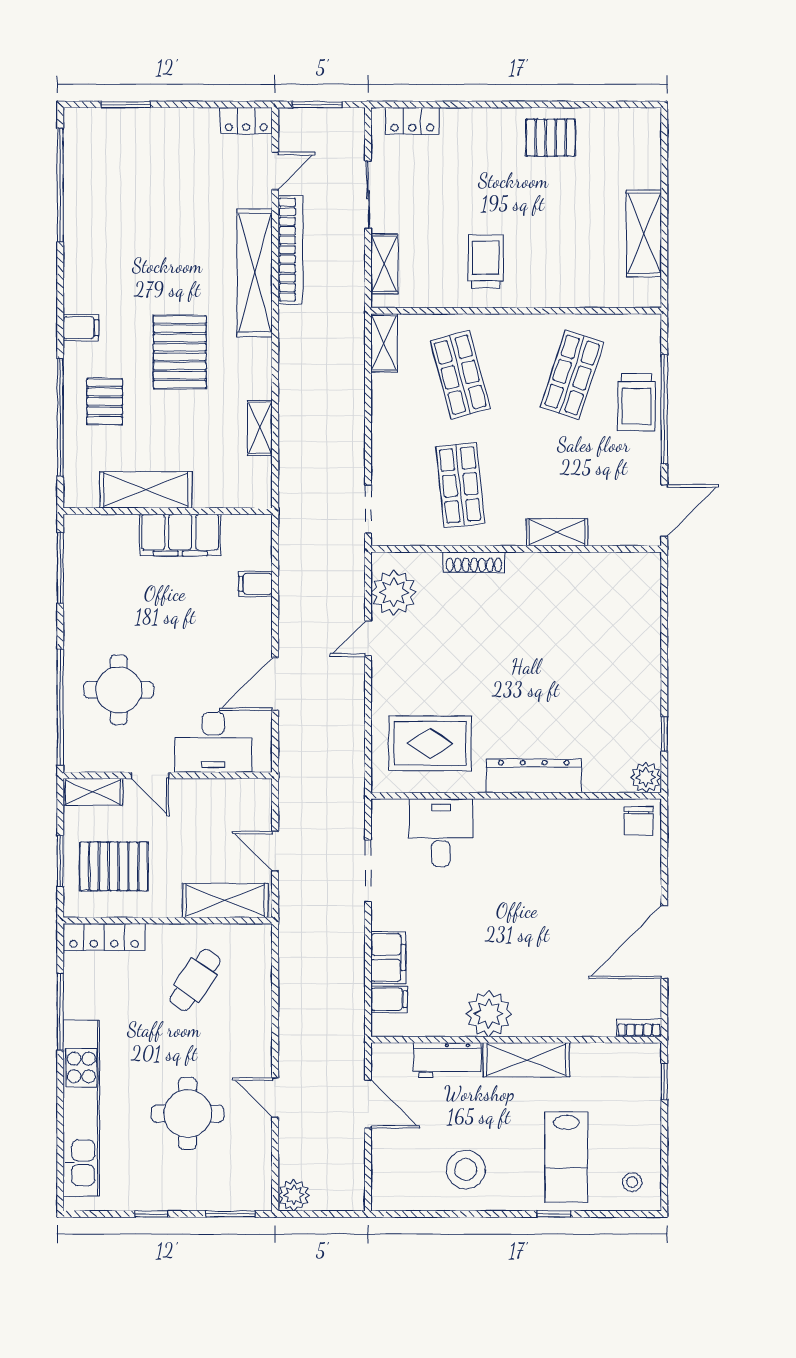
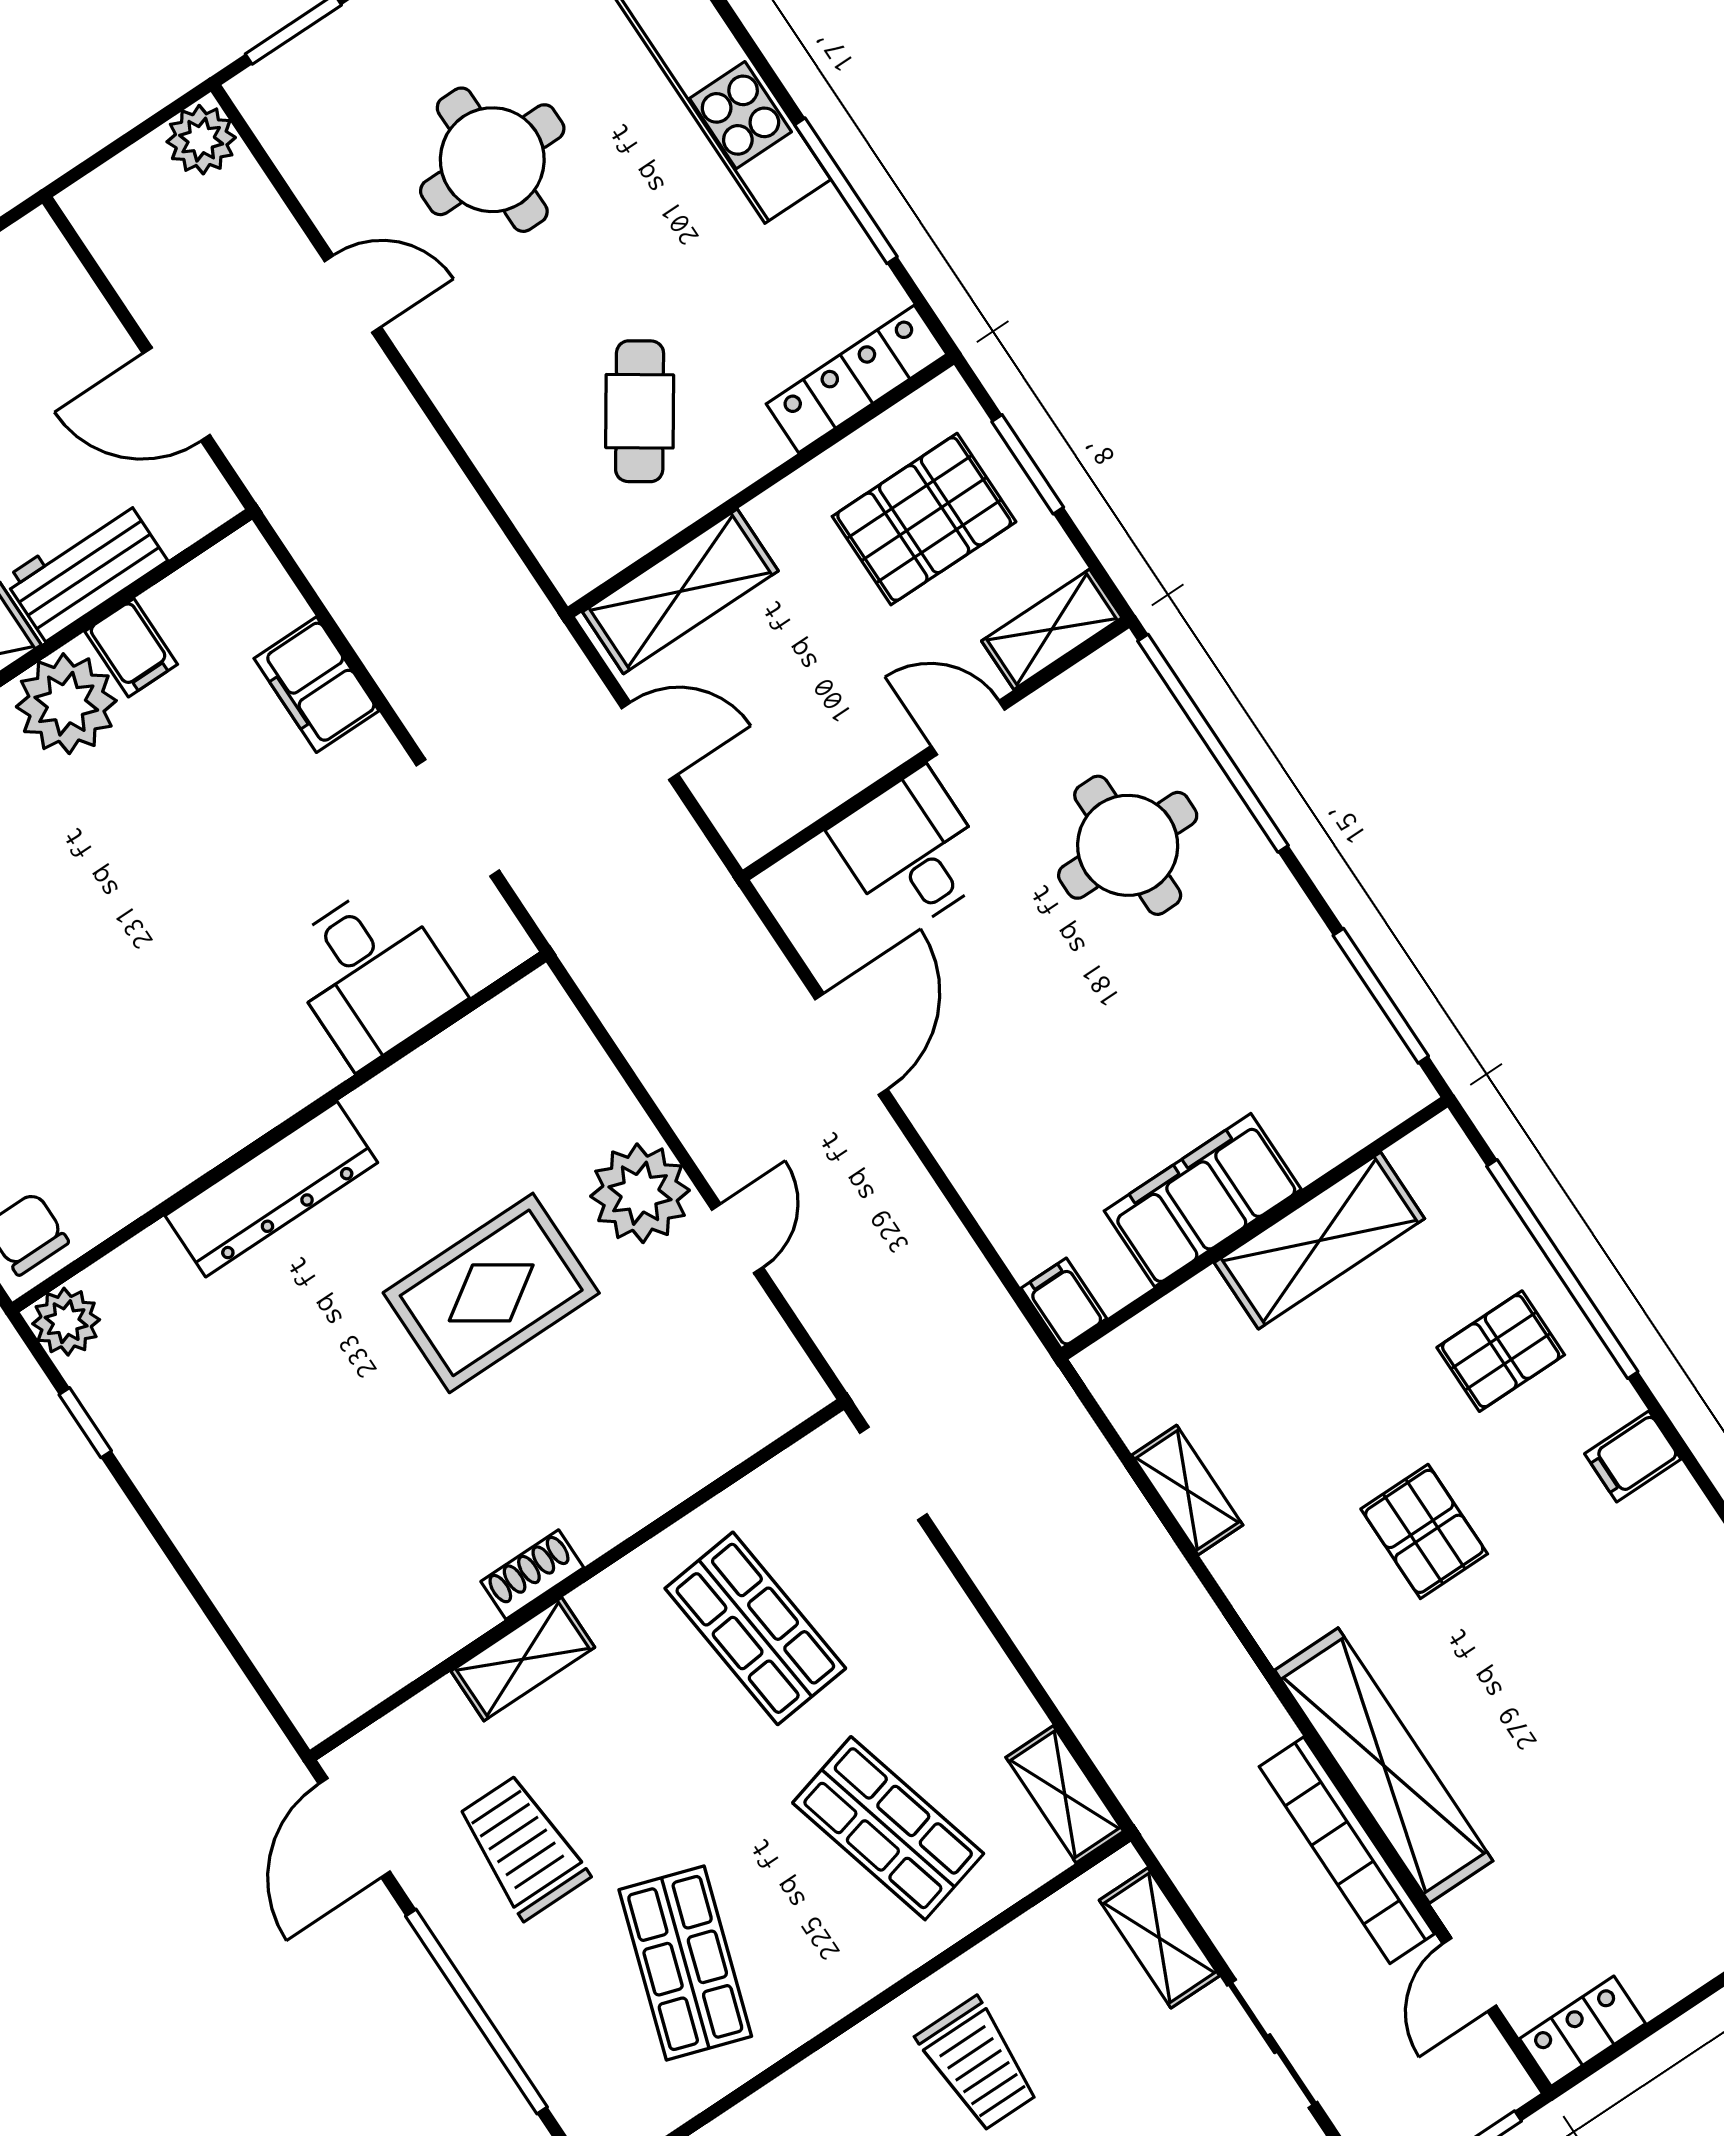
pallet: (180, 352) -> (1424, 1531), width x0.67, depth x0.71
pallet: (105, 402) -> (1501, 1351), turned 90
trolley: (637, 402) -> (523, 1847), moved
shoe rack: (474, 562) -> (532, 1574), moved, width x0.70
filing cabinet: (255, 584) -> (1064, 1303), moved, turned -90
plant: (394, 593) -> (640, 1193), moved
desk: (213, 742) -> (912, 851), width x0.73
rug: (430, 743) -> (491, 1293), moved
filing cabinet: (389, 999) -> (131, 648), moved, turned -90

